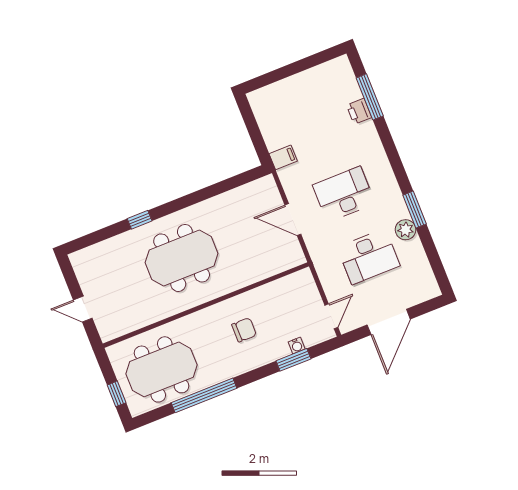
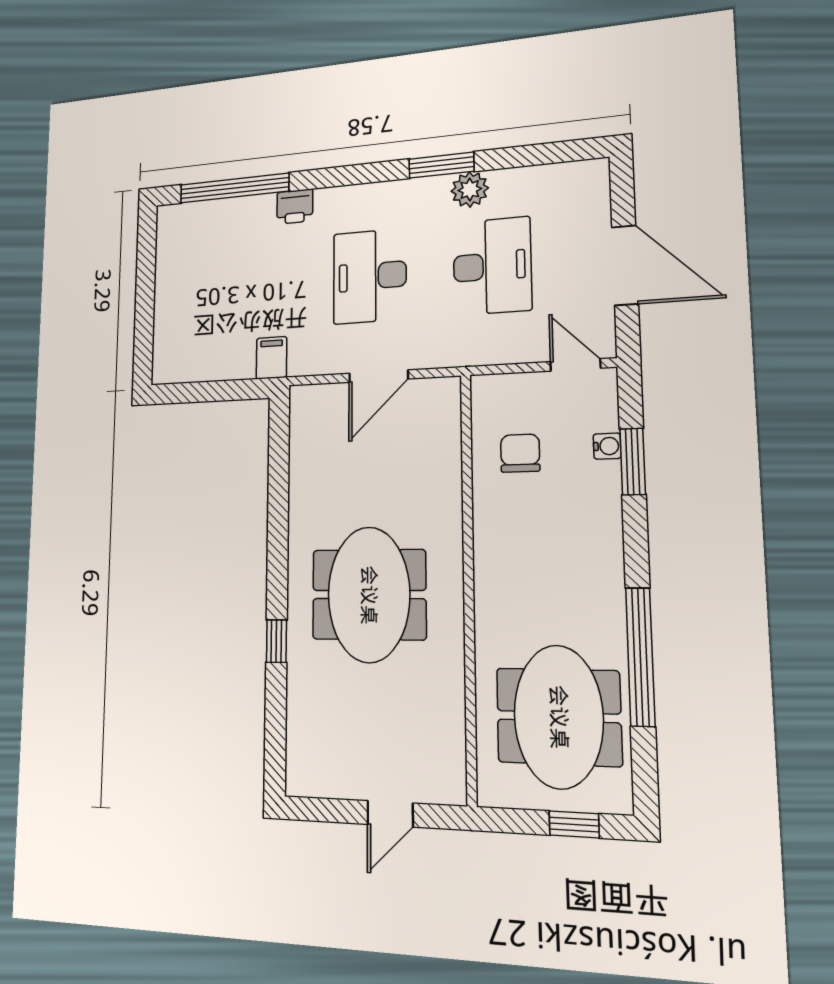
window: (370, 97) -> (234, 188), width x1.46
printer: (359, 111) -> (295, 207), moved
chair: (244, 330) -> (520, 453), moved

